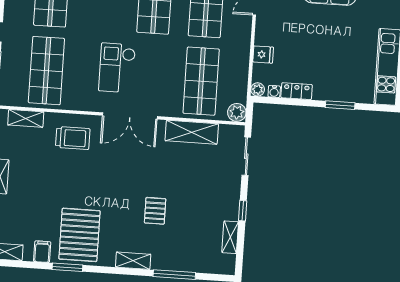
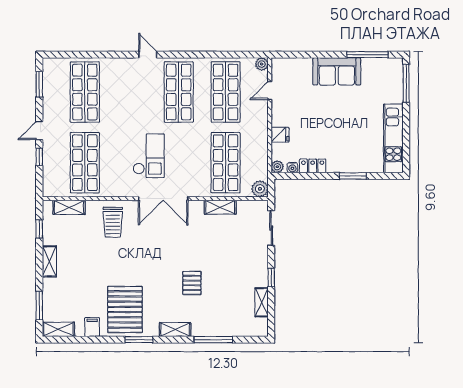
checkout: (117, 68) -> (149, 156), turned 180
shelving: (192, 132) -> (220, 207), width x0.67, depth x0.75
trolley: (73, 138) -> (113, 222), turned 90
window: (67, 267) -> (139, 340), moved

